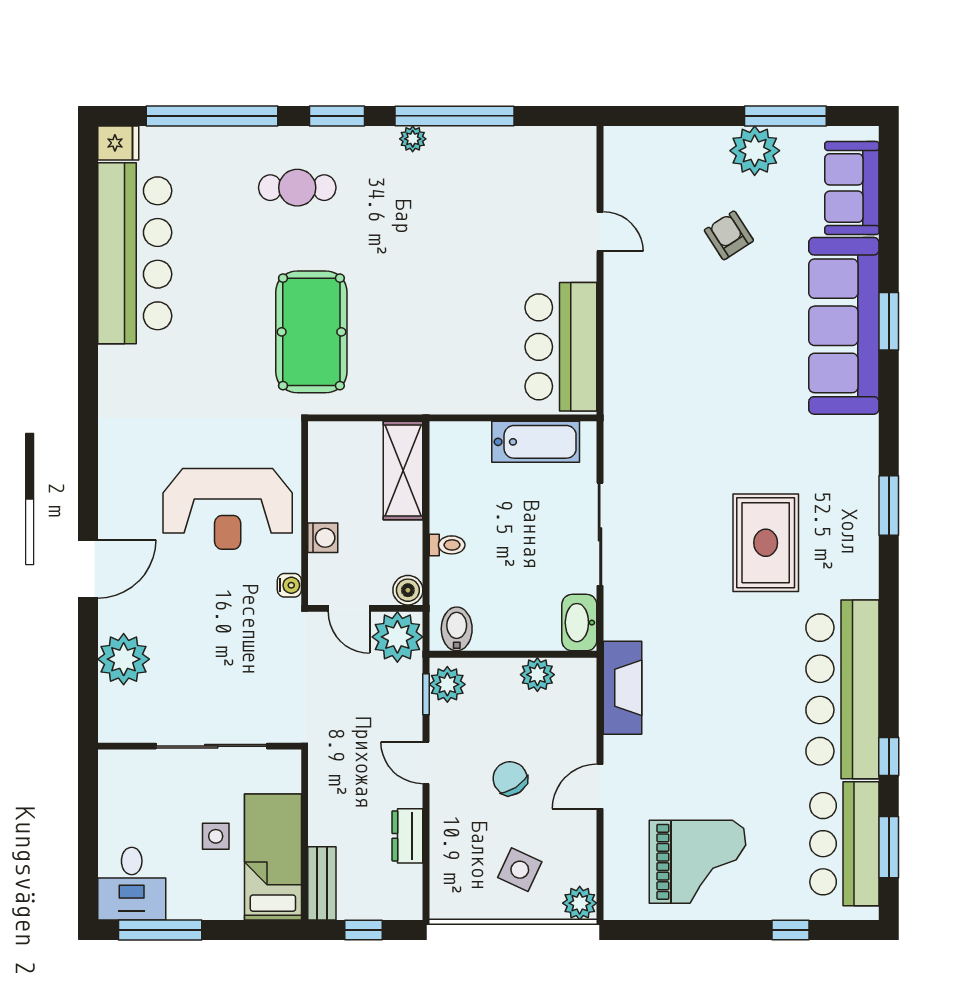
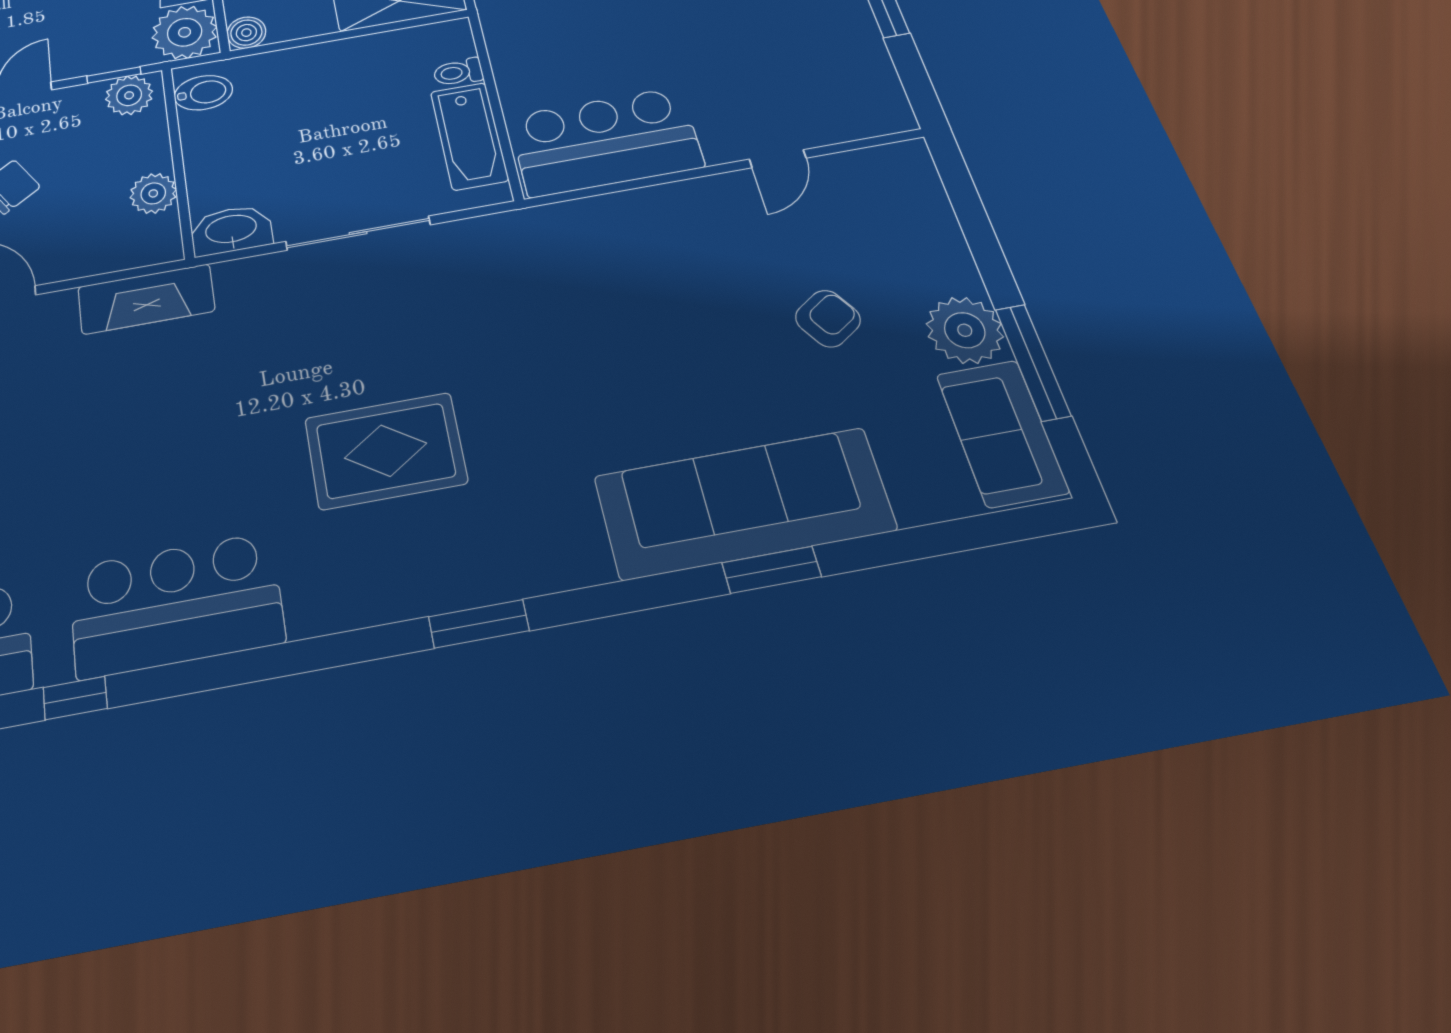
sofa: (852, 188) -> (1002, 433), moved, turned -90
toilet: (447, 545) -> (458, 72), moved, turned 90
bar counter: (843, 689) -> (176, 605), width x0.73

